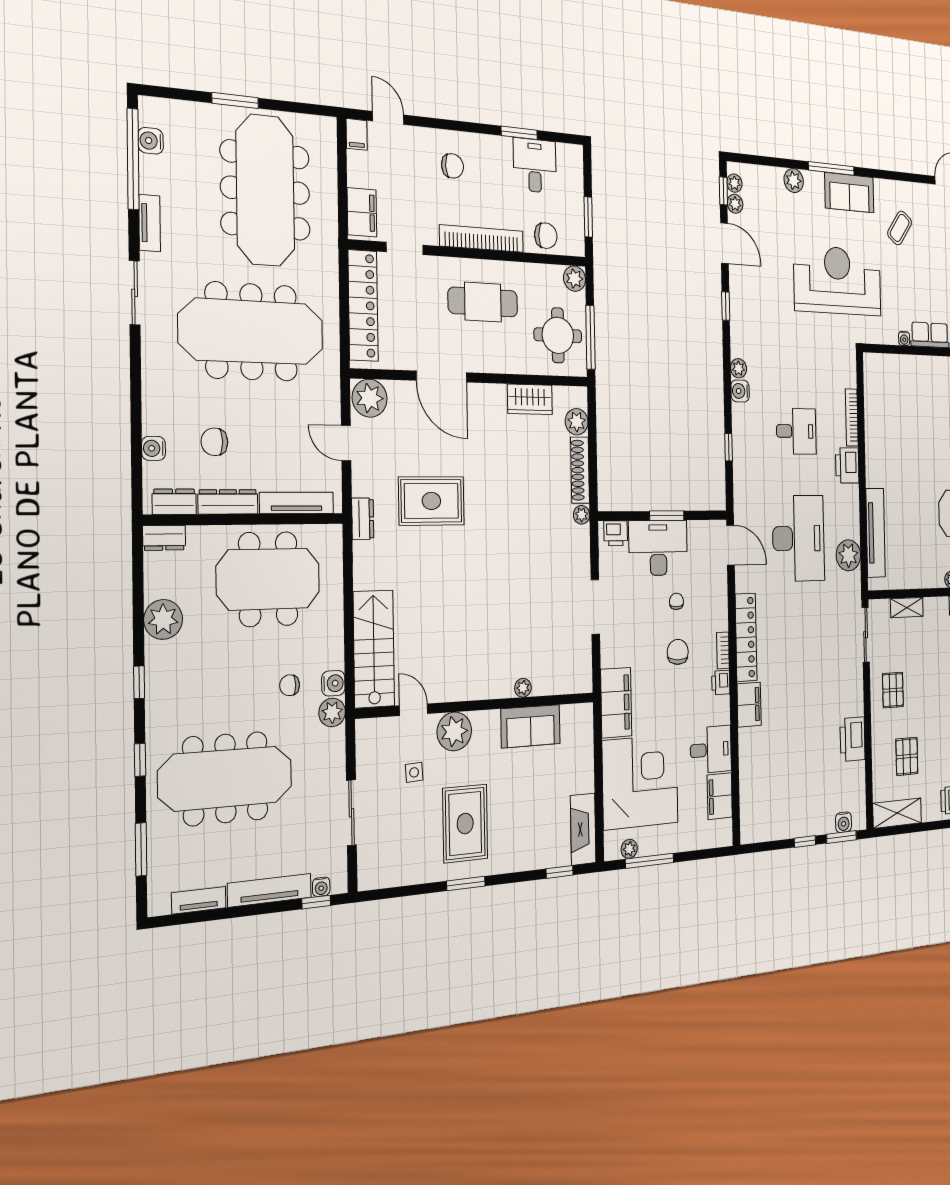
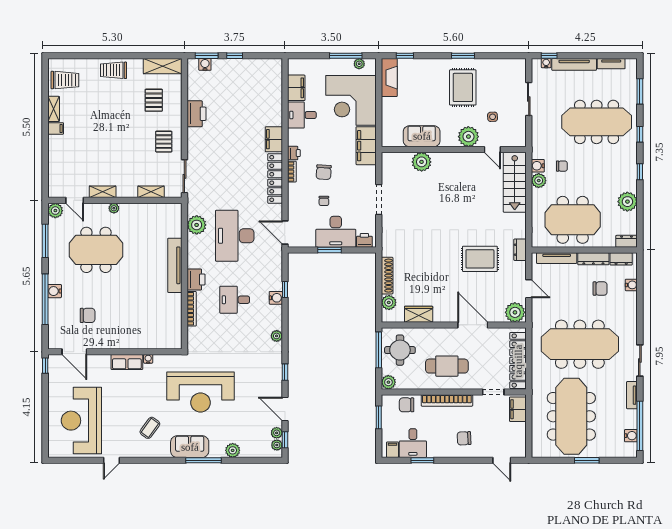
filing cabinet: (357, 134) -> (392, 450), moved
water cooler: (740, 391) -> (276, 298), moved
plant: (582, 515) -> (387, 251), removed
tv unit: (876, 533) -> (175, 265), moved
plant: (523, 688) -> (422, 162), width x1.87, depth x1.87
plant: (332, 712) -> (539, 181), moved

